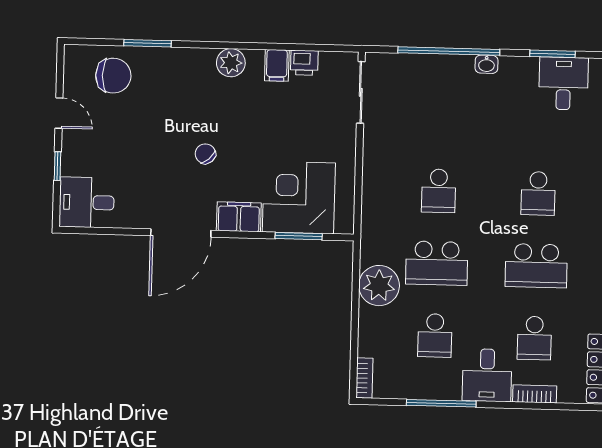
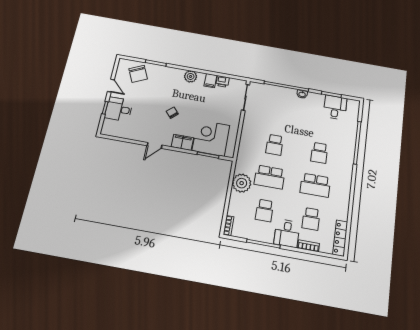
chair: (113, 76) -> (138, 74), turned 65
desk: (87, 202) -> (119, 109), moved
door: (181, 233) -> (155, 145), width x0.53

